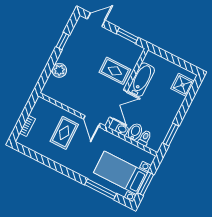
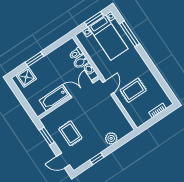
rug: (115, 71) -> (70, 133), moved
window: (171, 135) -> (34, 59), moved

